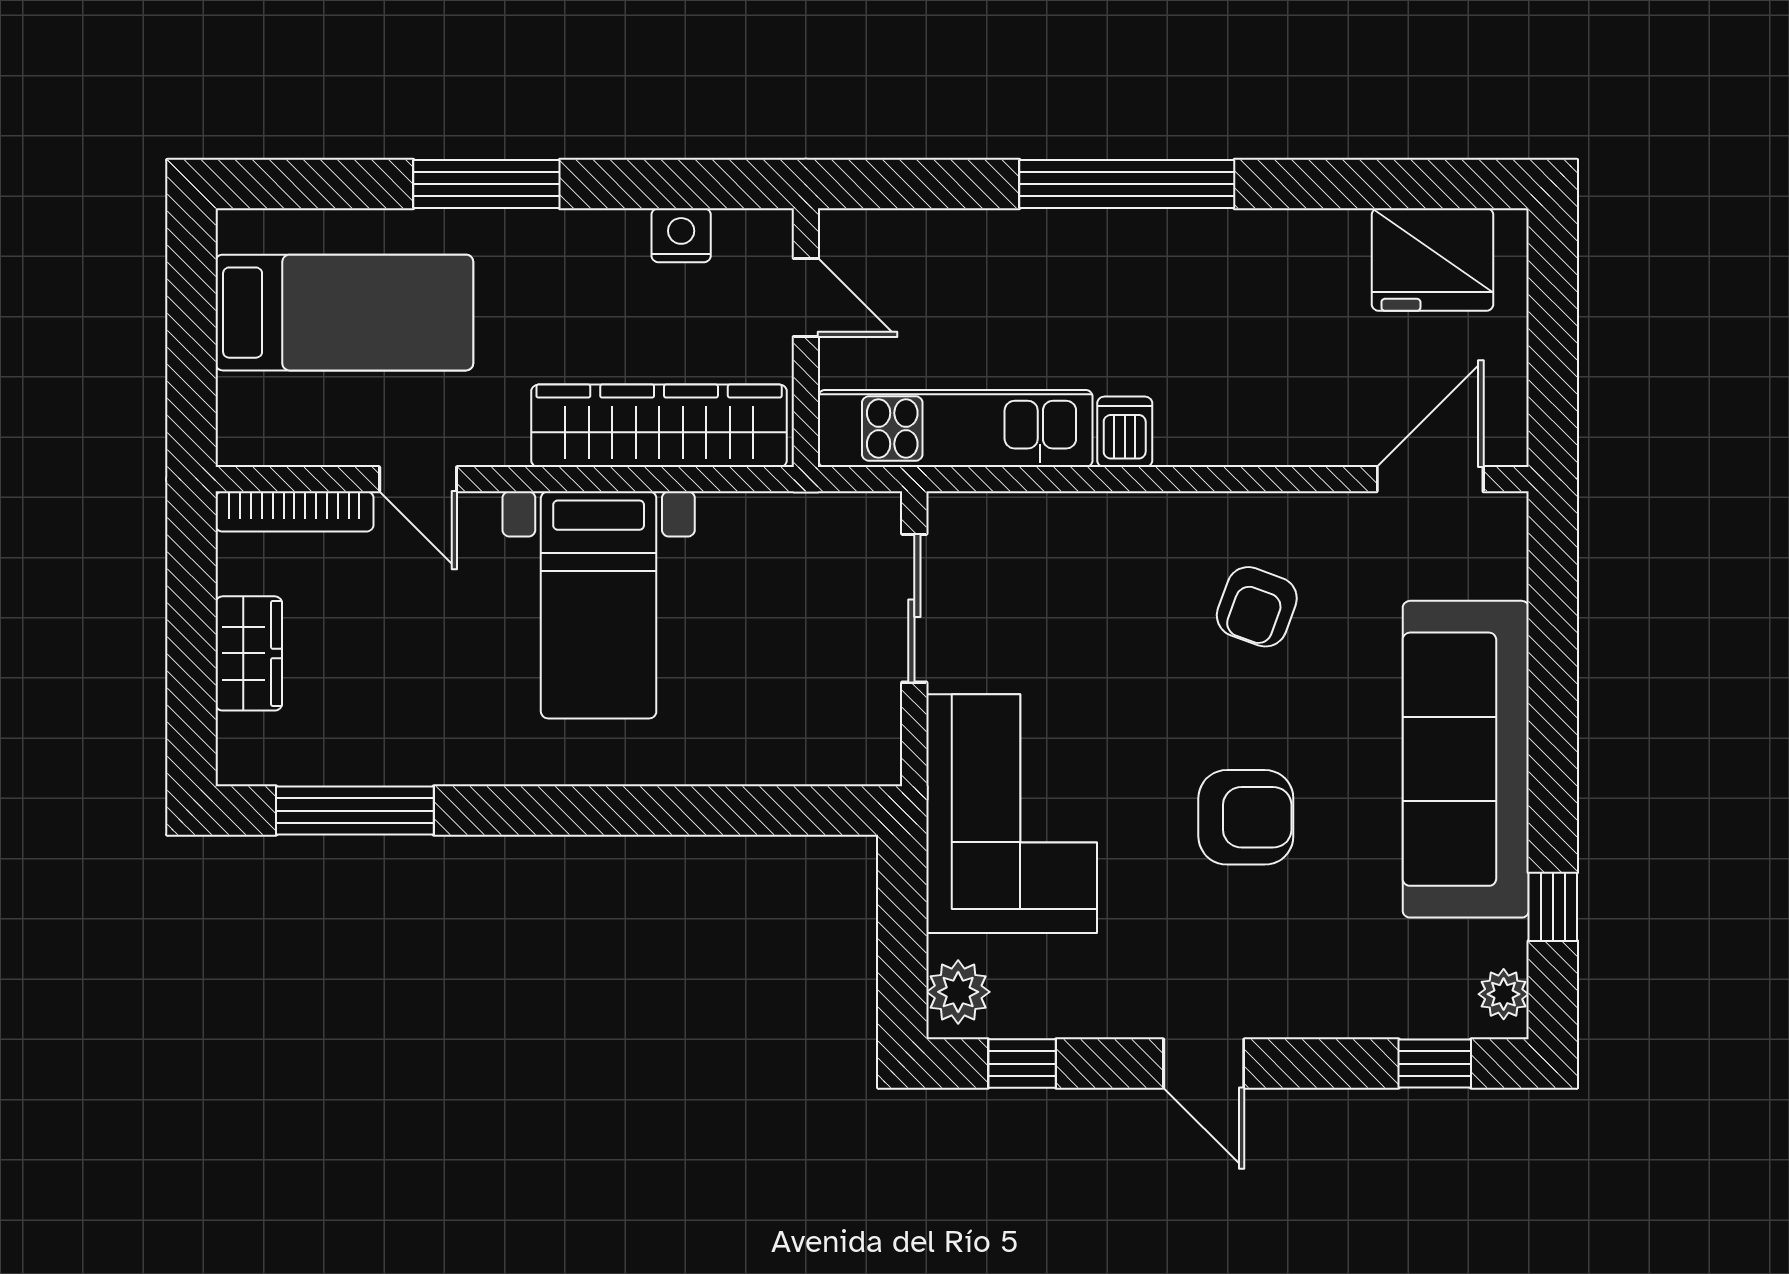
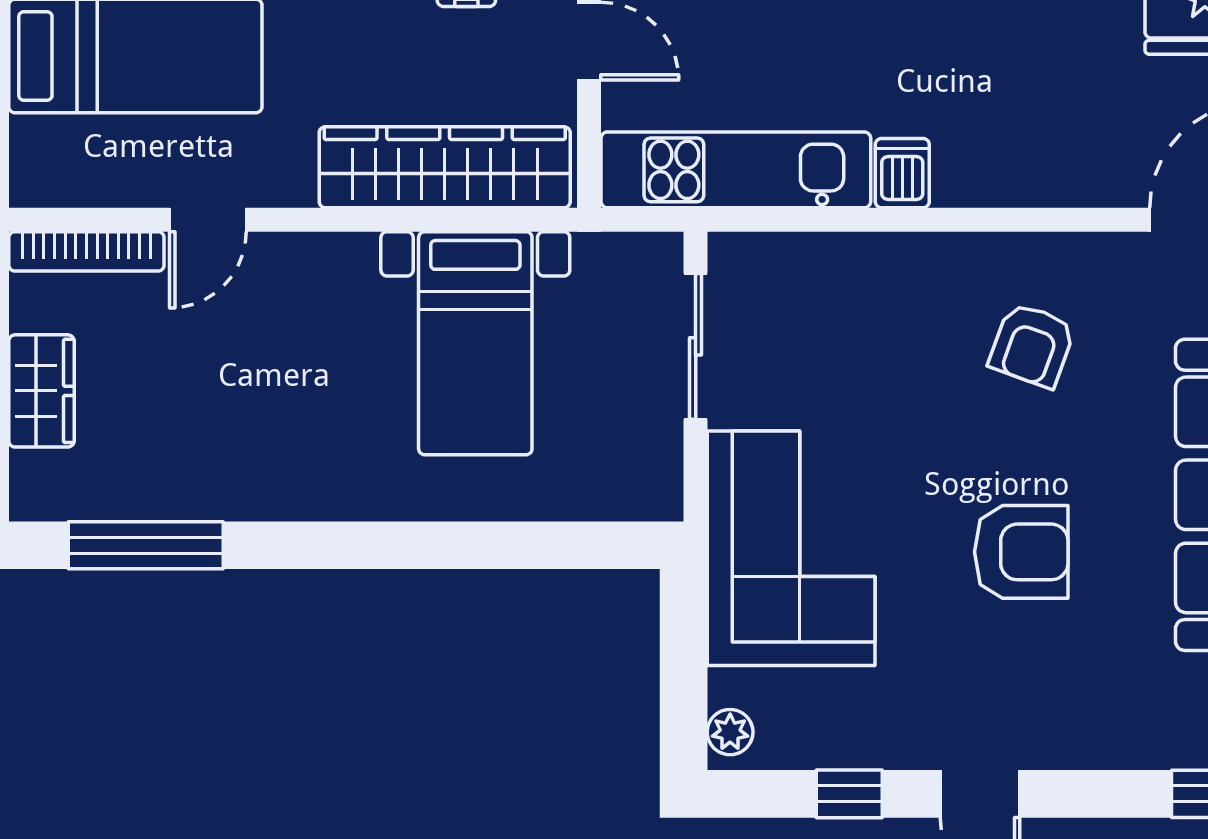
door: (418, 479) -> (208, 220), hinge flipped
bed with nightstands: (599, 605) -> (475, 343), moved
plant: (958, 992) -> (730, 732), width x0.73, depth x0.73
window: (1022, 1064) -> (849, 794), moved

